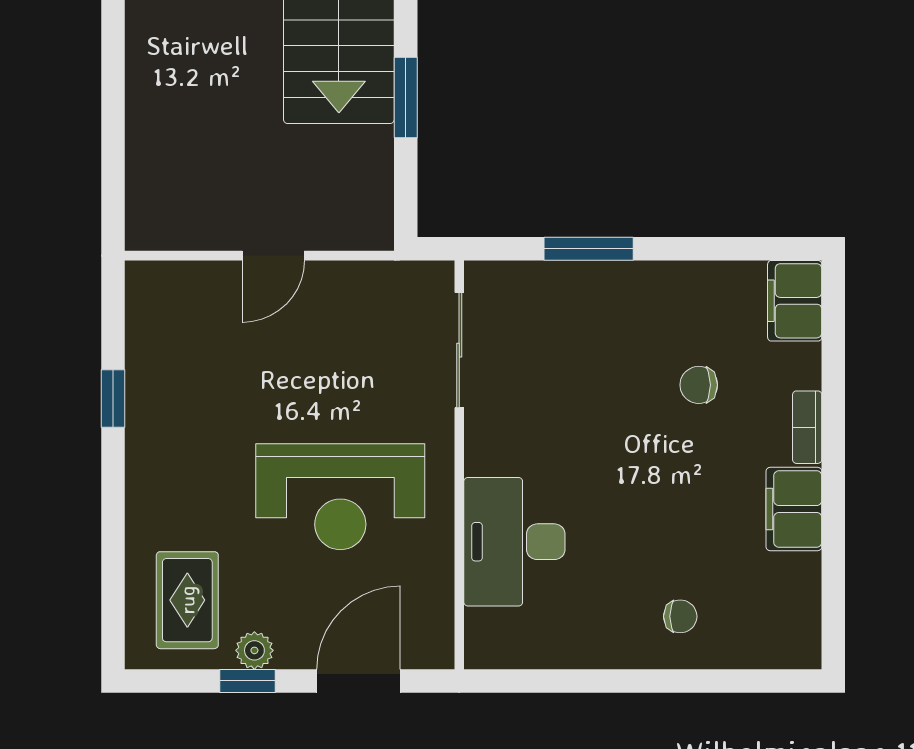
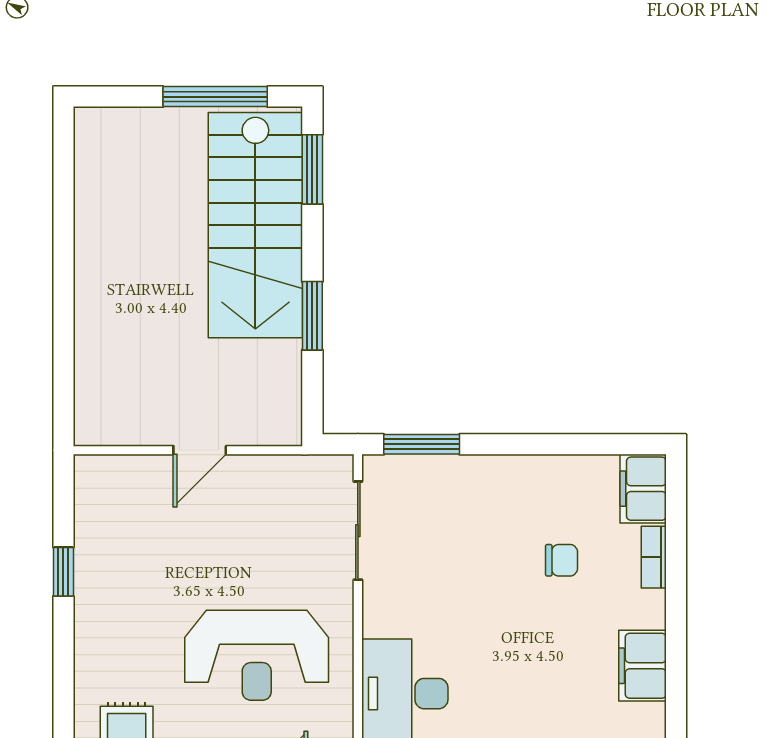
window: (589, 249) -> (422, 444), moved
chair: (699, 385) -> (562, 560), turned 180
bookcase: (807, 427) -> (654, 557), moved

